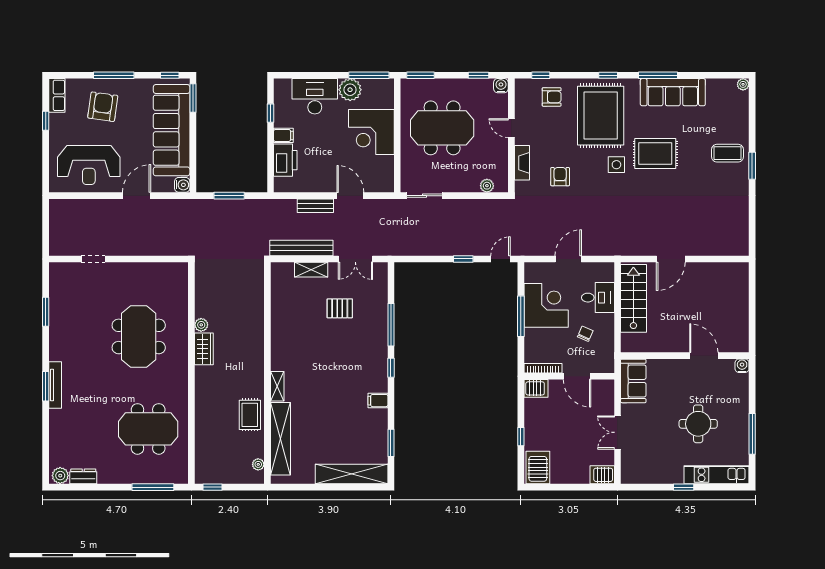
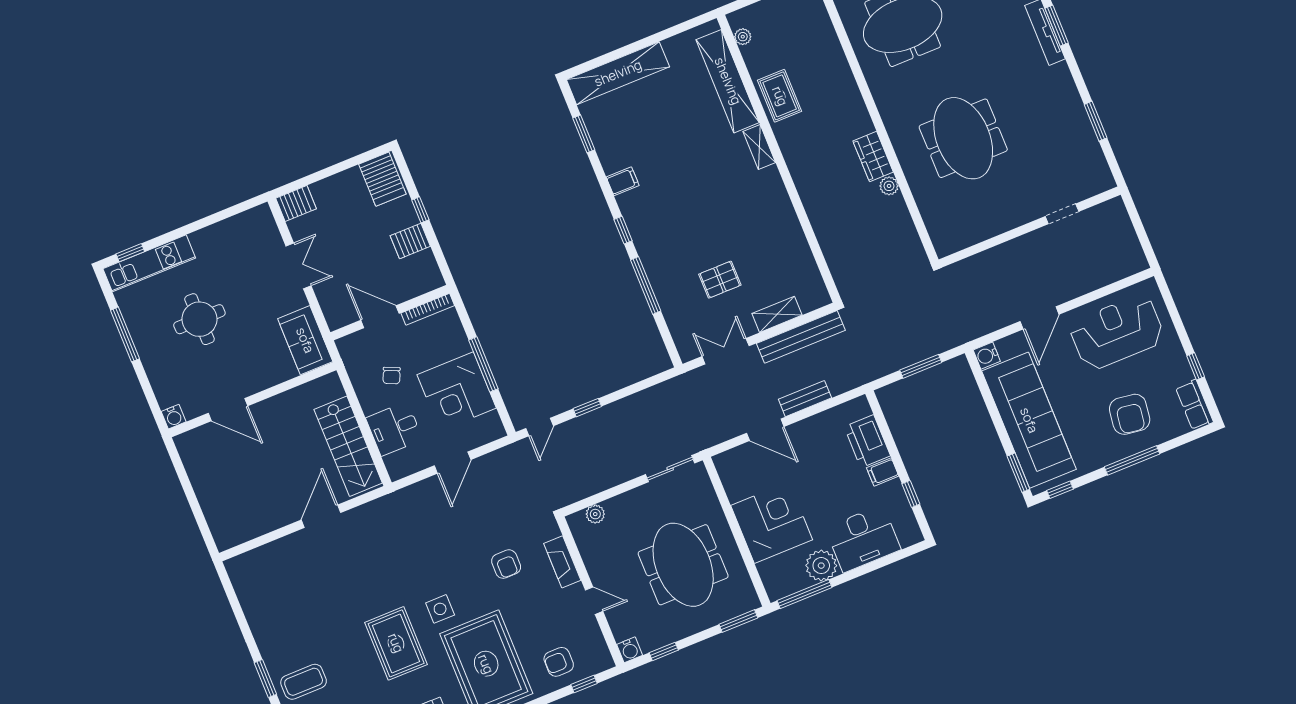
meeting table: (442, 128) -> (683, 565), turned 90
rug: (655, 154) -> (396, 643), turned 90
server rack: (536, 388) -> (410, 241), moved
window: (684, 487) -> (130, 253), moved

